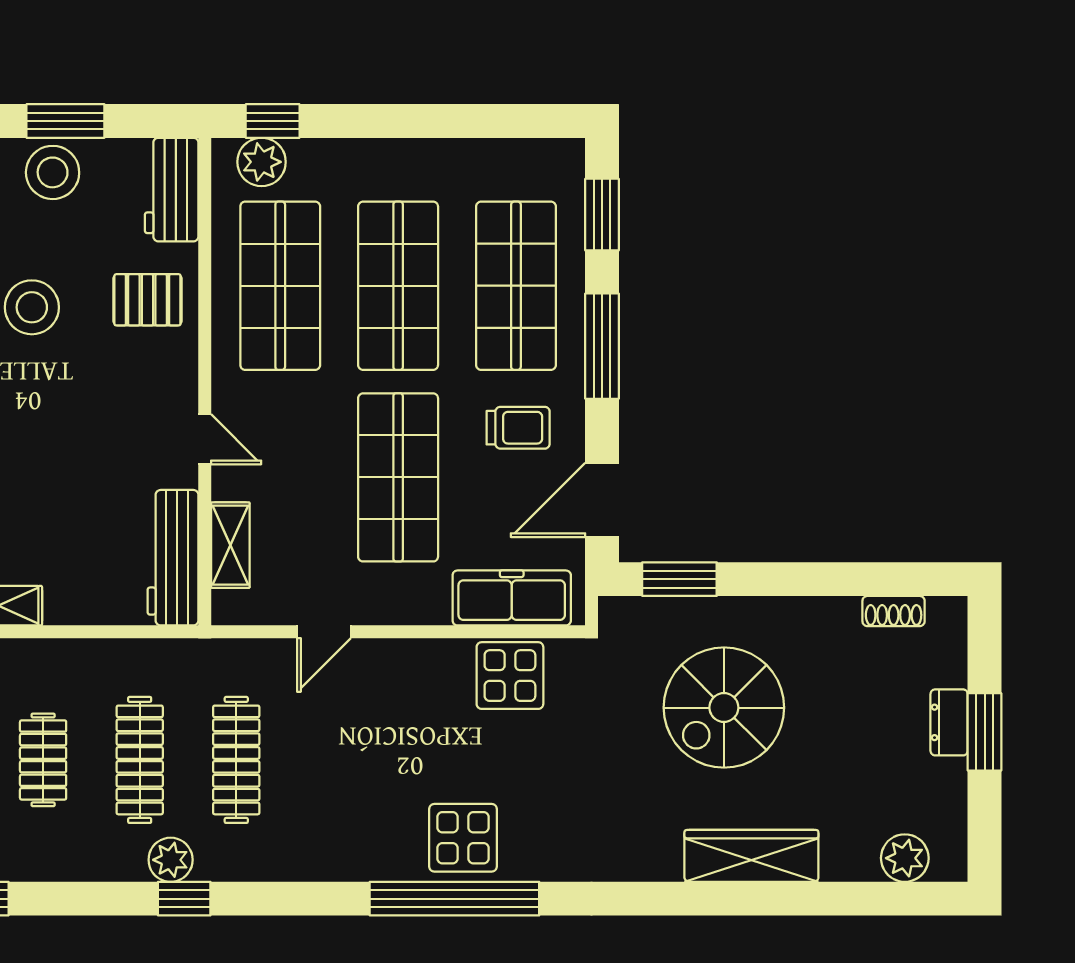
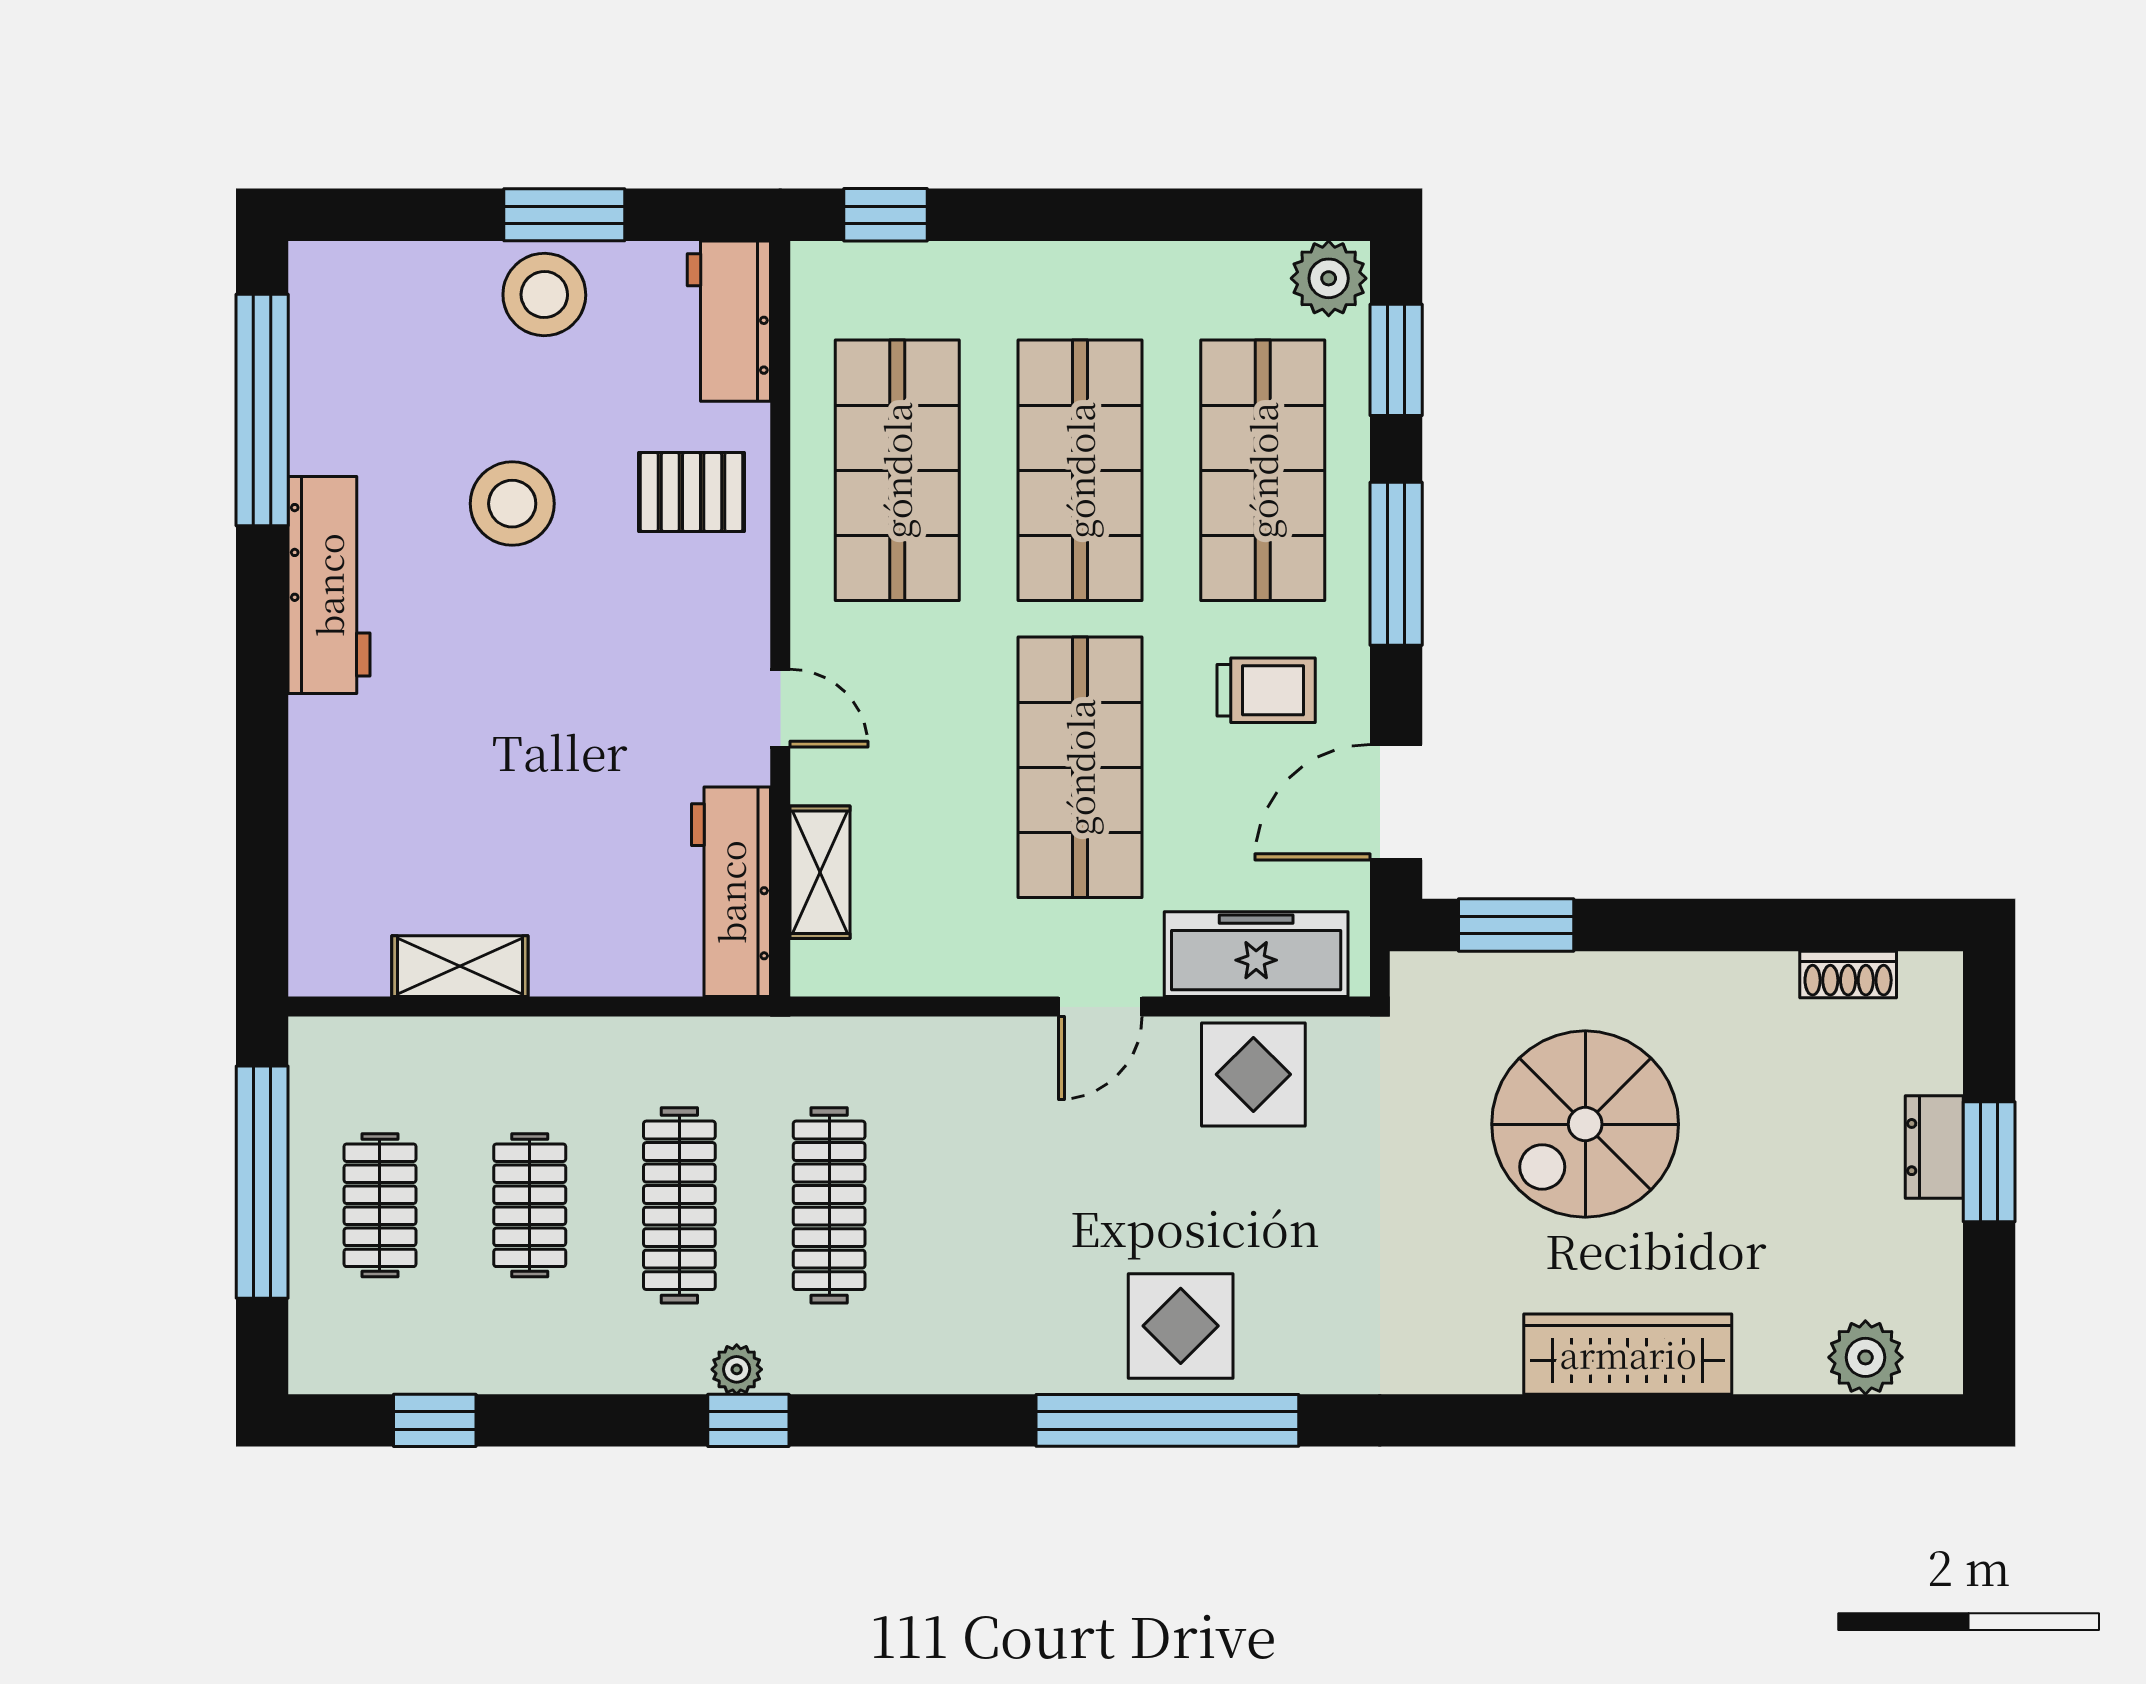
plant: (262, 162) -> (1329, 278), moved
door: (324, 632) -> (1100, 1007), moved
plant: (171, 860) -> (737, 1369), width x0.73, depth x0.73

